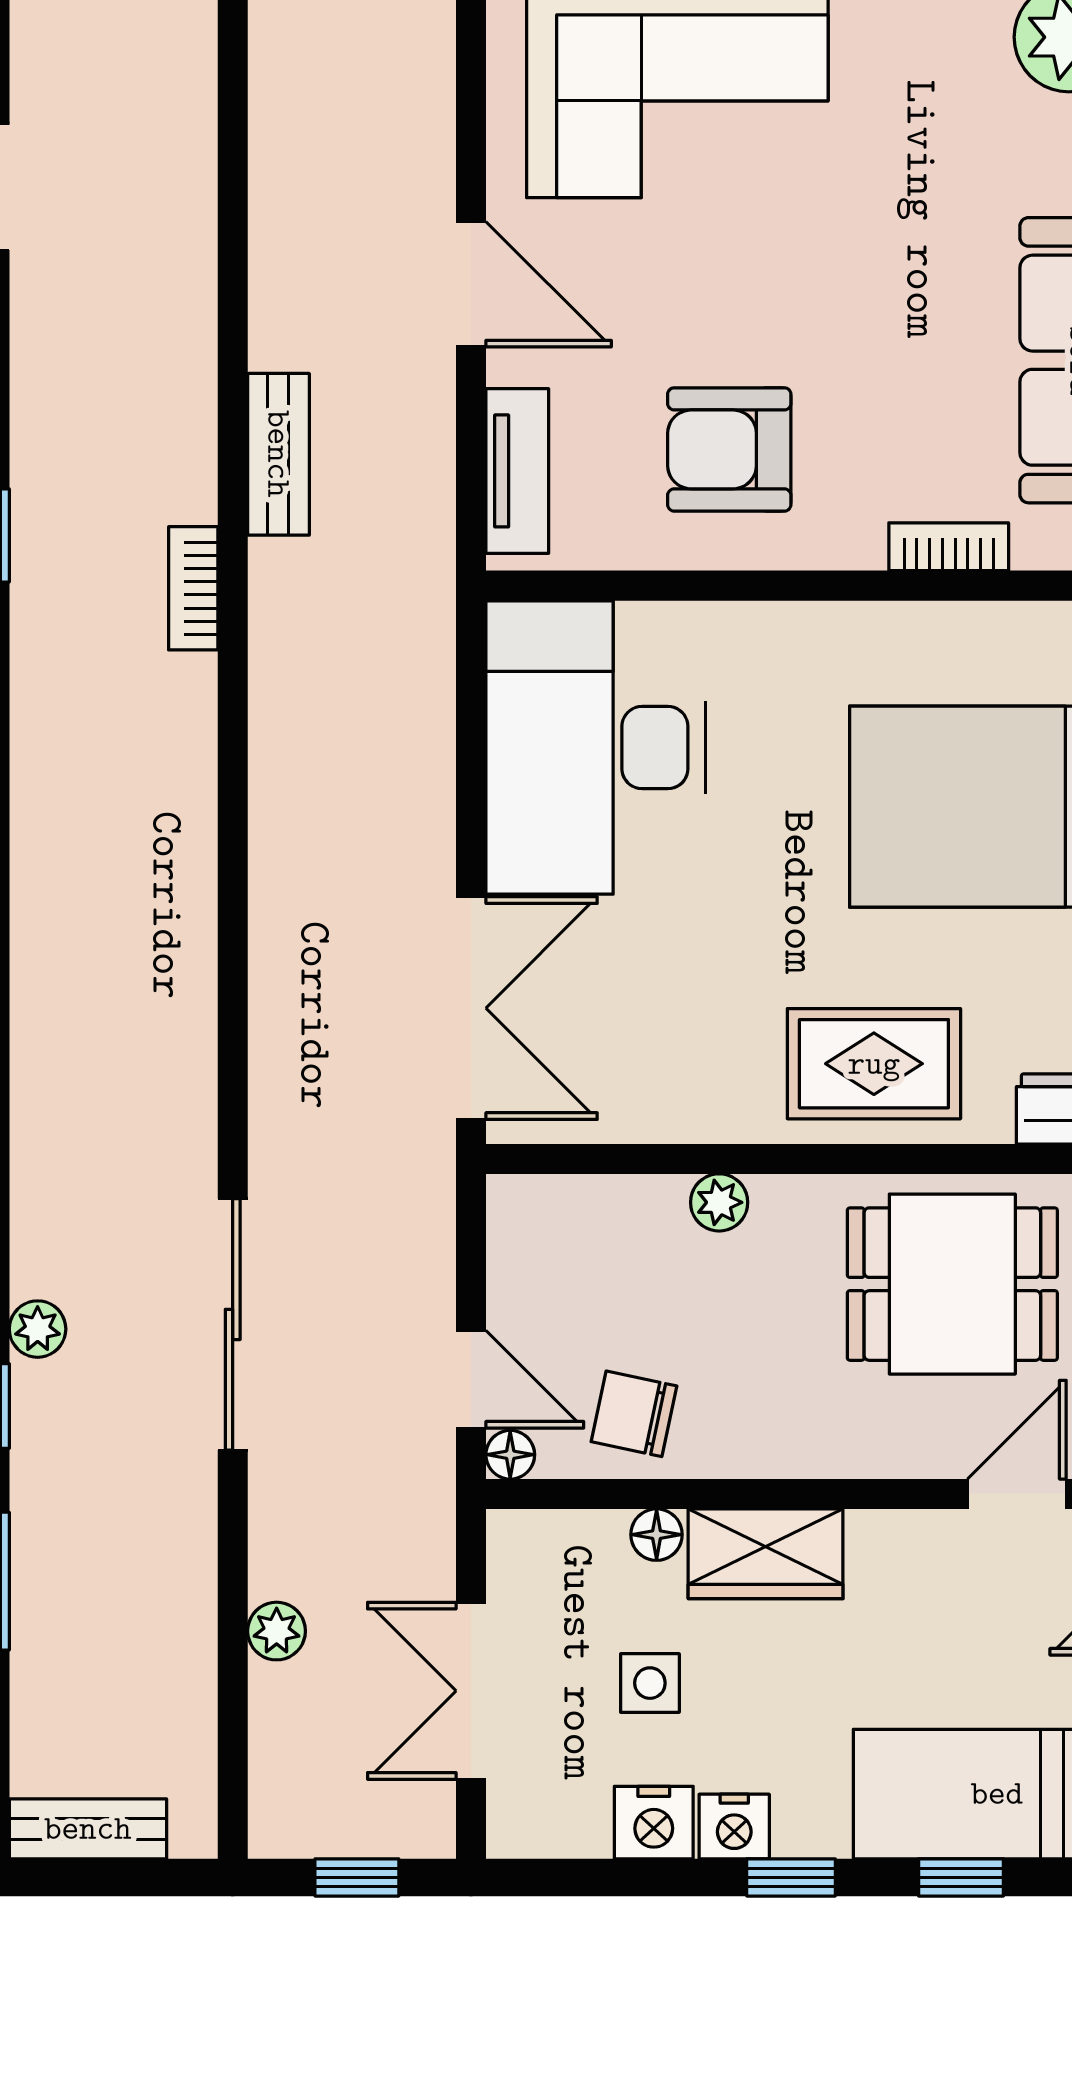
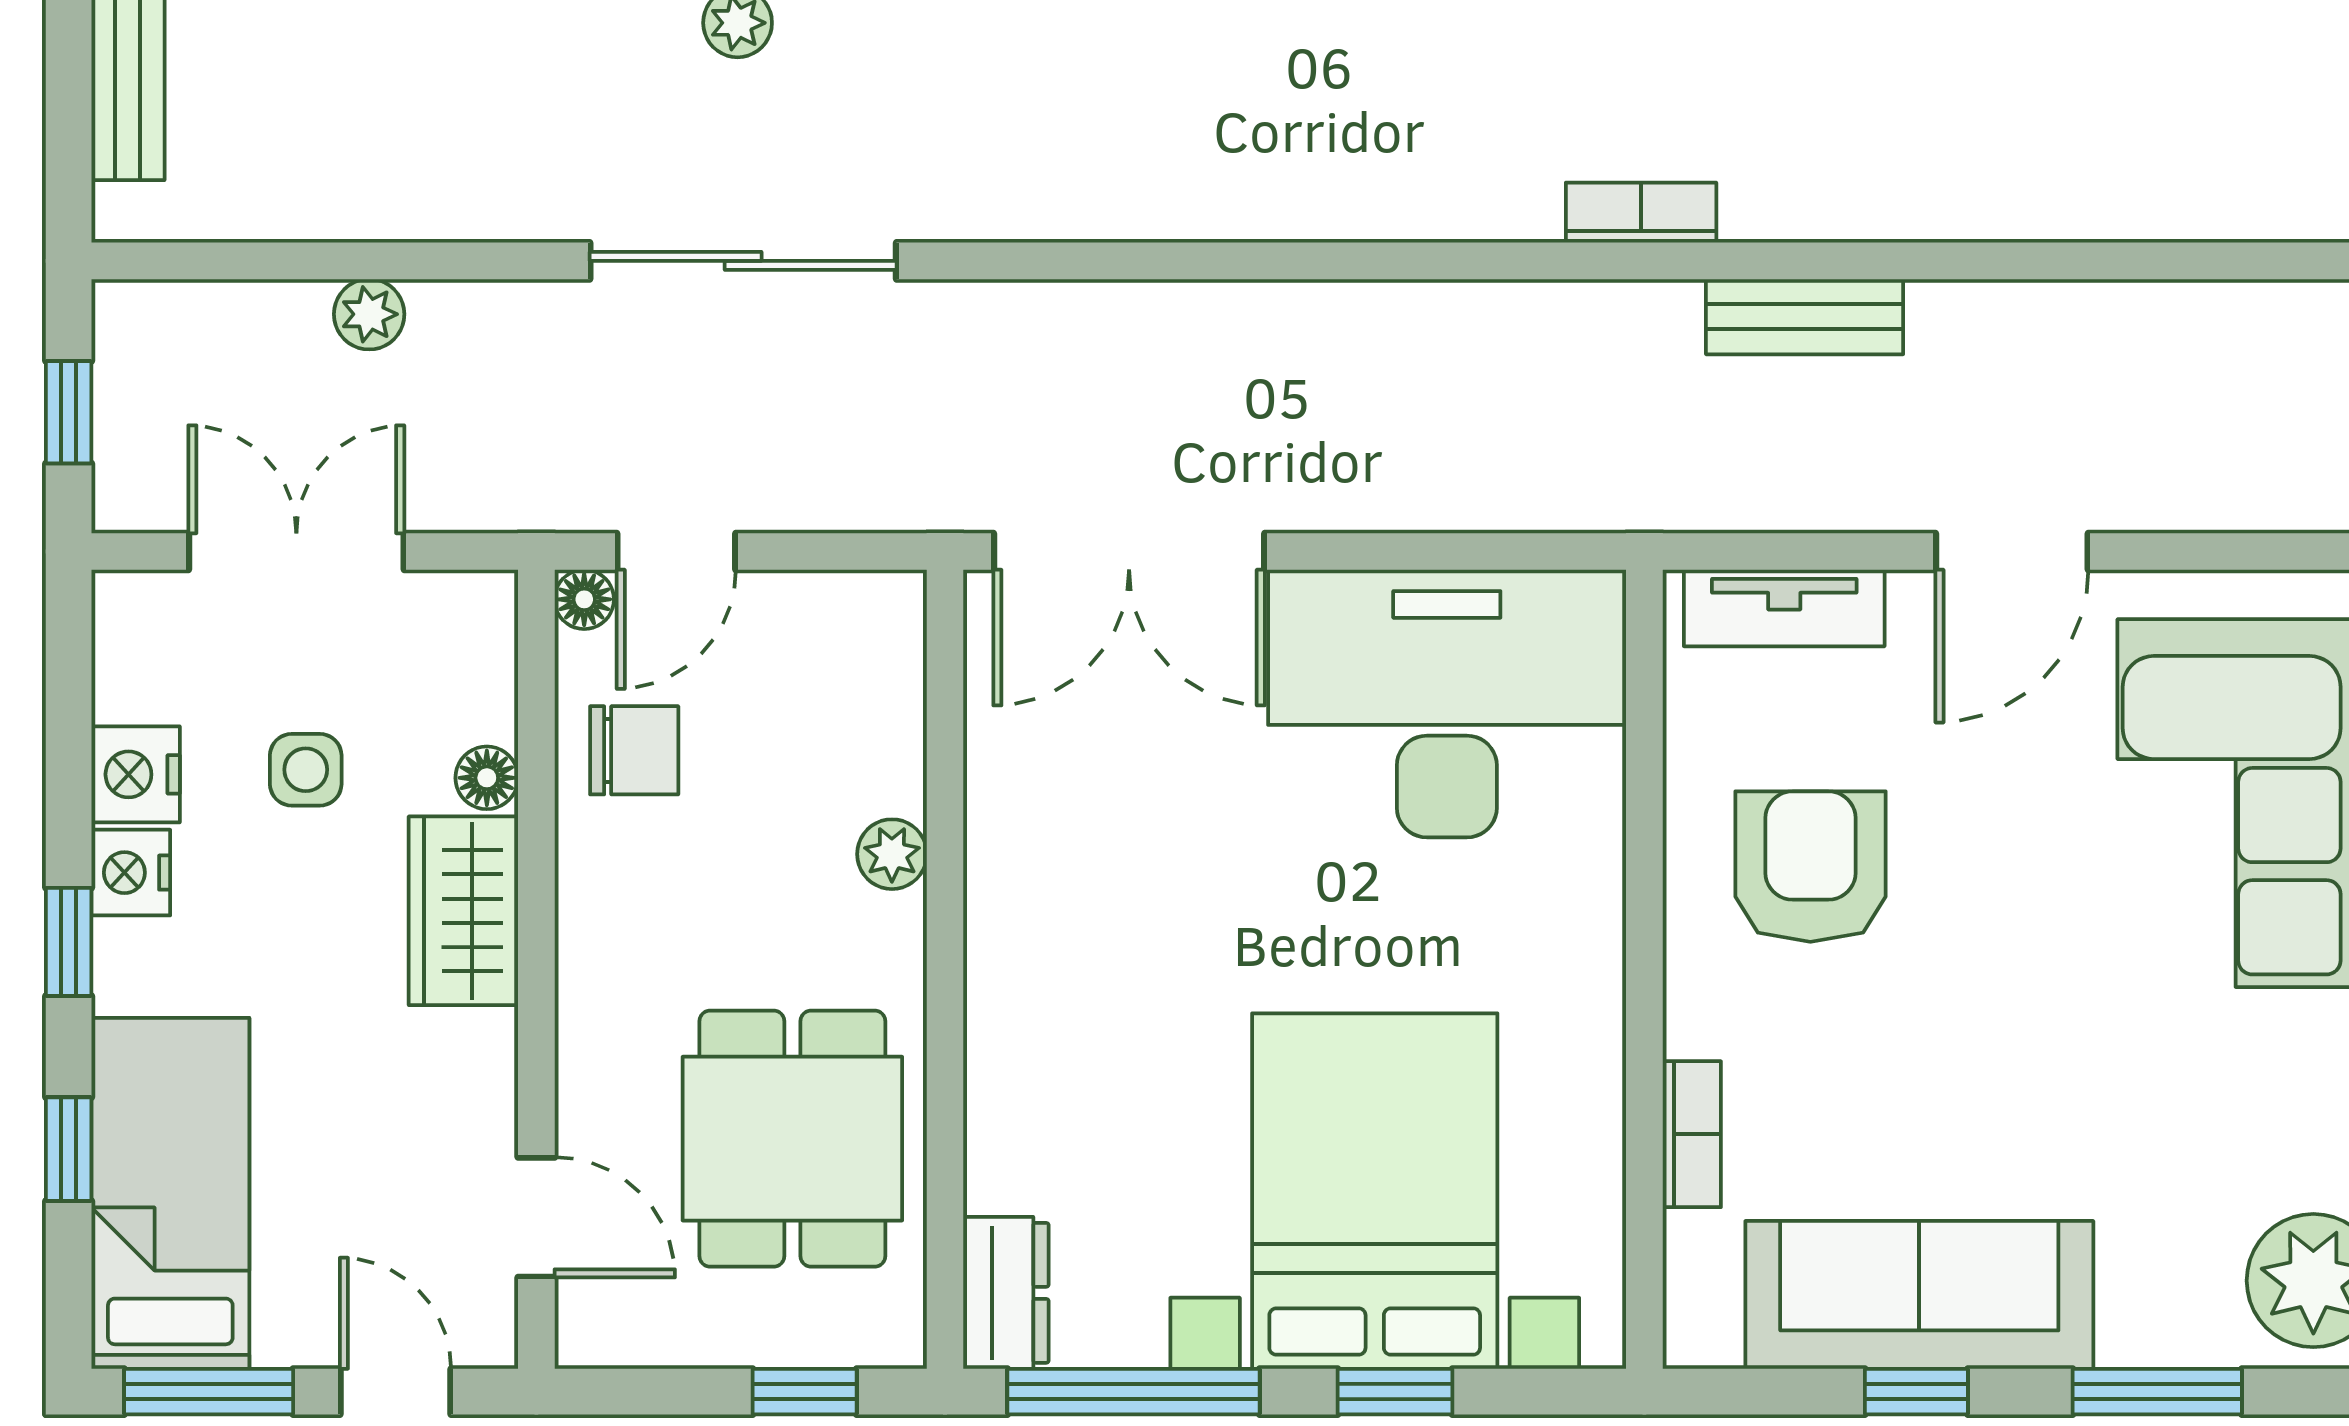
rug: (874, 1064) -> (1061, 1043), removed
chair: (634, 1414) -> (634, 750), turned 78

